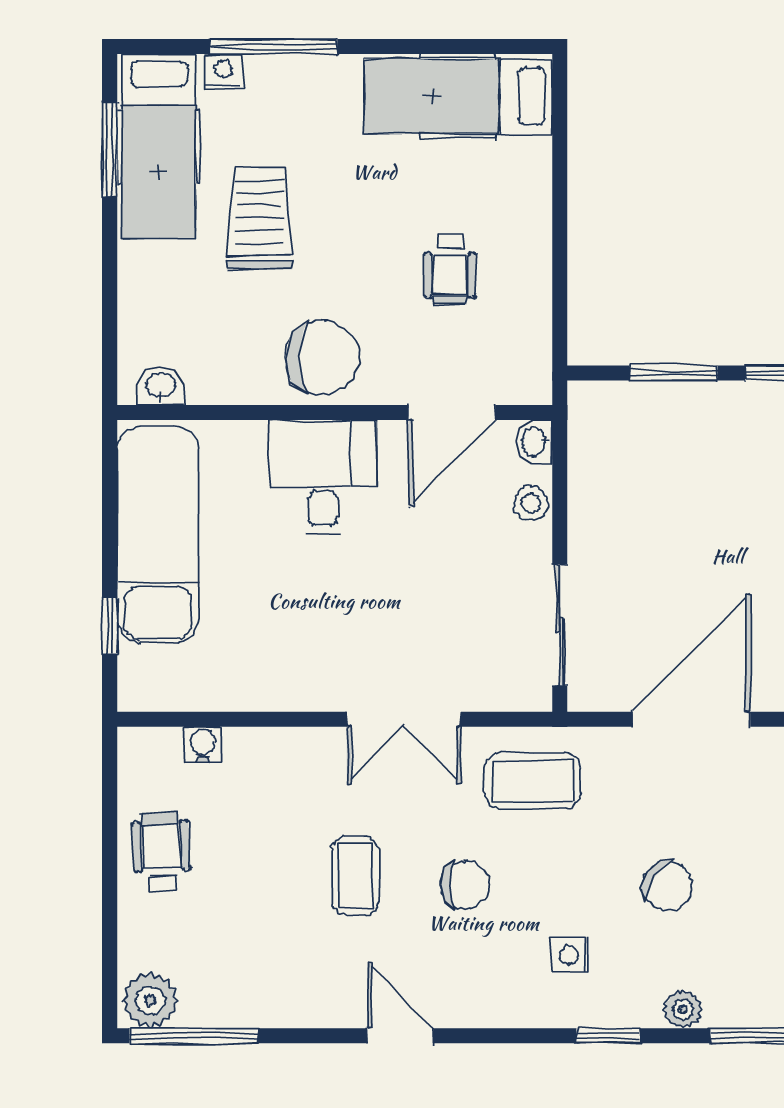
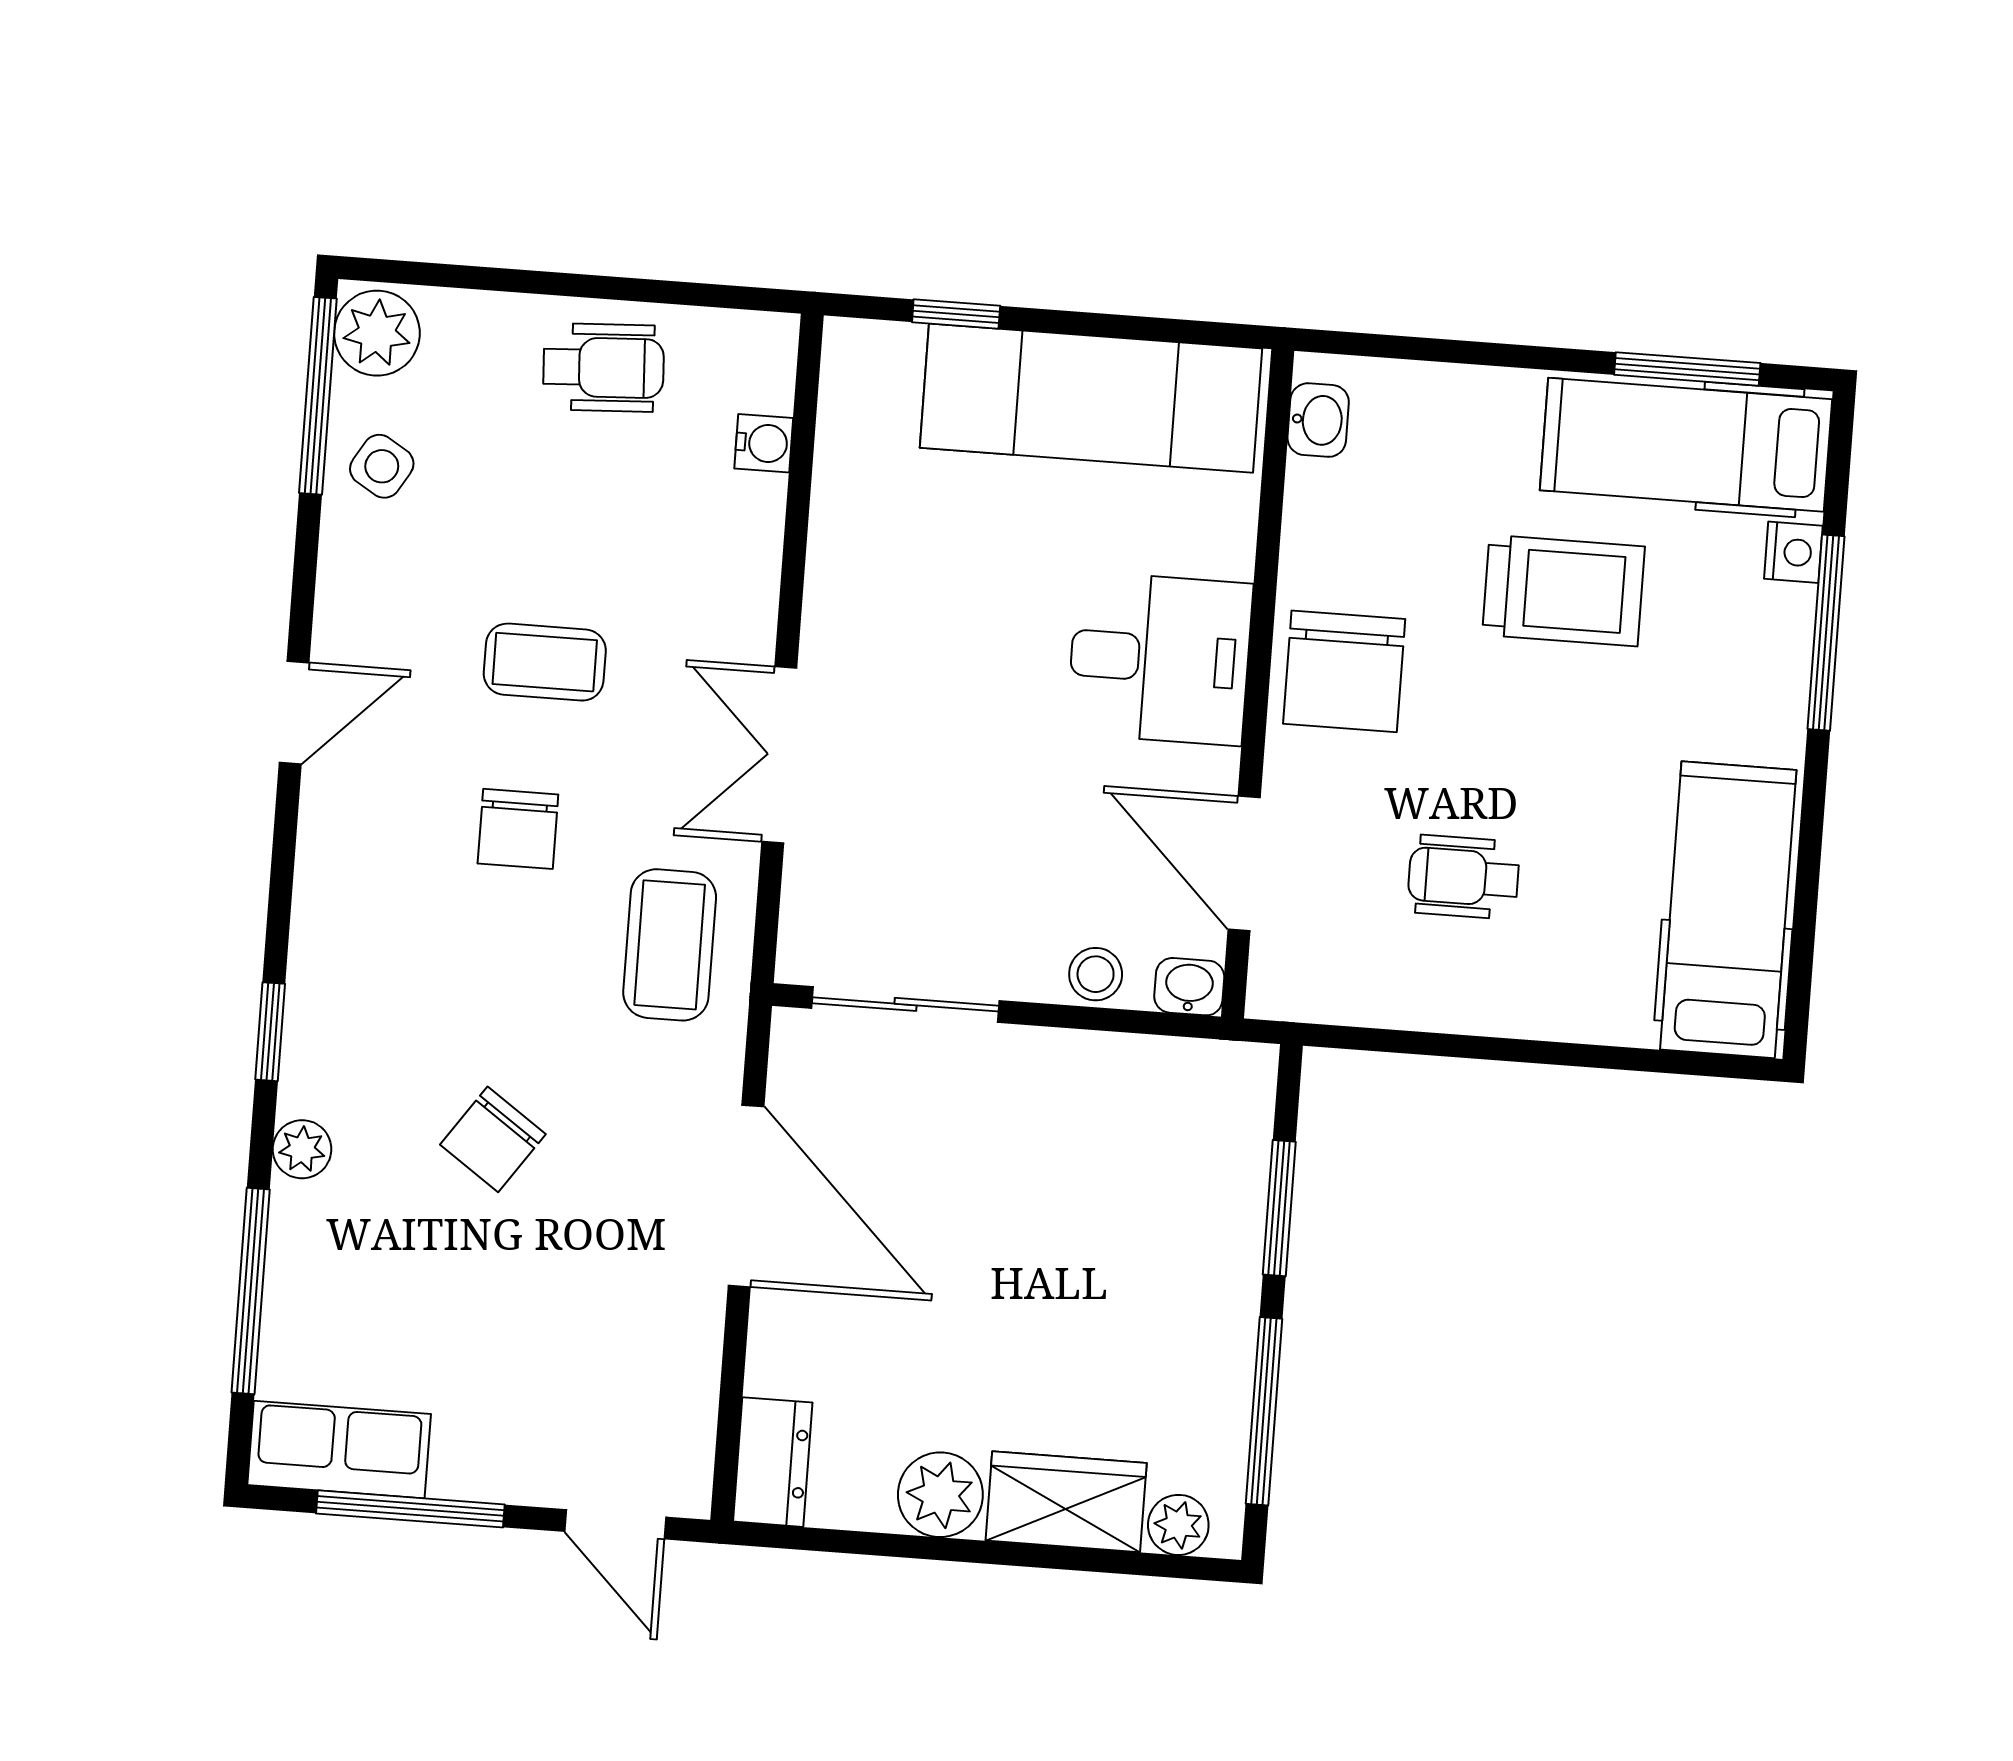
side table: (569, 955) -> (382, 466), moved, turned 31

